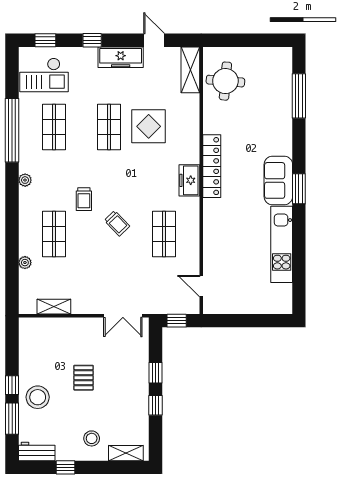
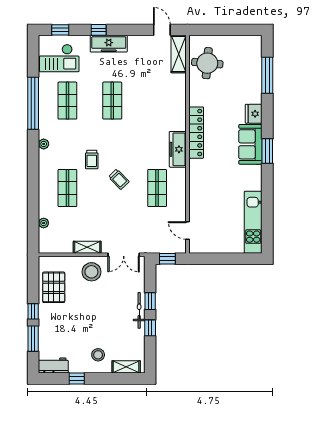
door: (154, 40) -> (162, 30), moved
freezer: (121, 57) -> (109, 44), moved
display table: (149, 126) -> (145, 100), removed
fridge: (282, 143) -> (254, 114), added
freezer: (189, 180) -> (178, 149), width x1.40
kitchen unit: (282, 244) -> (253, 222), moved
plant: (25, 263) -> (44, 223), moved
shelving: (54, 307) -> (87, 247), moved
pallet: (84, 378) -> (54, 287), moved, width x1.50, depth x1.42
bicycle: (142, 384) -> (139, 310), added
stool: (38, 397) -> (91, 272), moved

